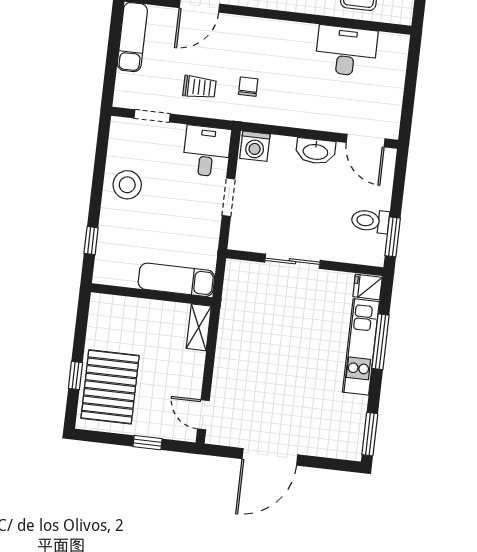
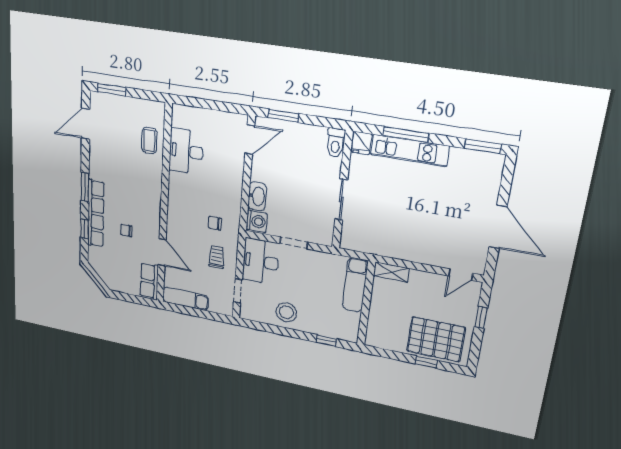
desk: (207, 151) -> (261, 261), width x1.37
washbasin: (316, 151) -> (257, 196), moved
toilet: (370, 221) -> (336, 143), moved
window: (393, 237) -> (283, 116), moved

